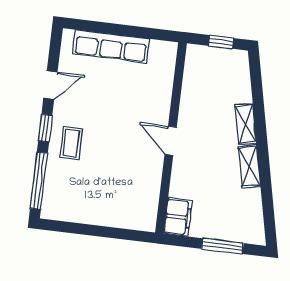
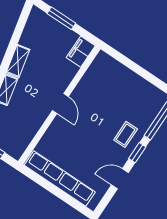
row of seats: (111, 46) -> (60, 179), width x1.36

